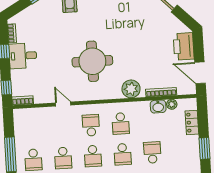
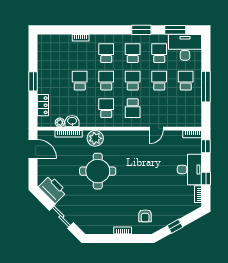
printer: (184, 46) -> (53, 189), moved, turned -45
desk: (23, 56) -> (189, 169), width x1.37
round table: (92, 61) -> (98, 171), moved
door: (63, 104) -> (156, 129), hinge flipped
school desk: (152, 152) -> (80, 81), turned 180

